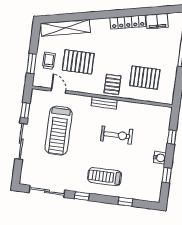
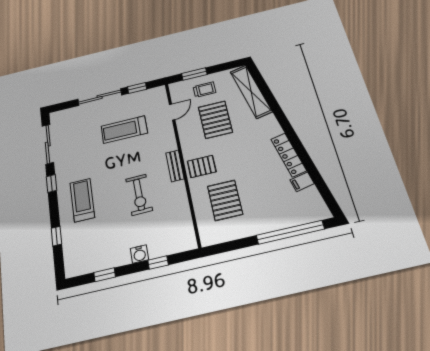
filing cabinet: (157, 21) -> (302, 182), width x0.50
treadmill: (59, 131) -> (124, 130), width x0.73, depth x0.73
water cooler: (160, 158) -> (139, 254), moved

